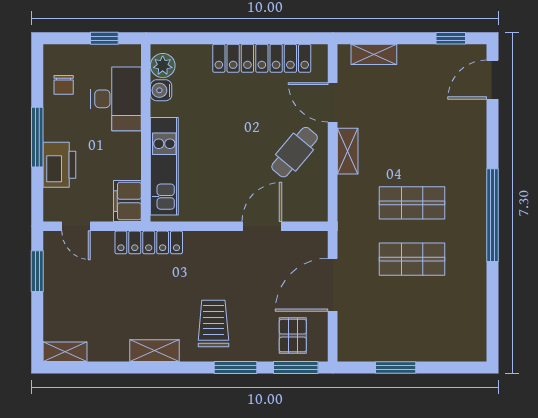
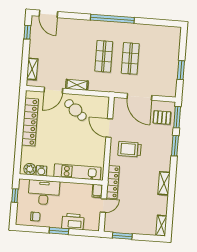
window: (37, 137) -> (59, 231), width x0.69
filing cabinet: (127, 201) -> (97, 191), width x0.50
door: (76, 226) -> (103, 205), moved
trolley: (213, 323) -> (130, 149), moved

